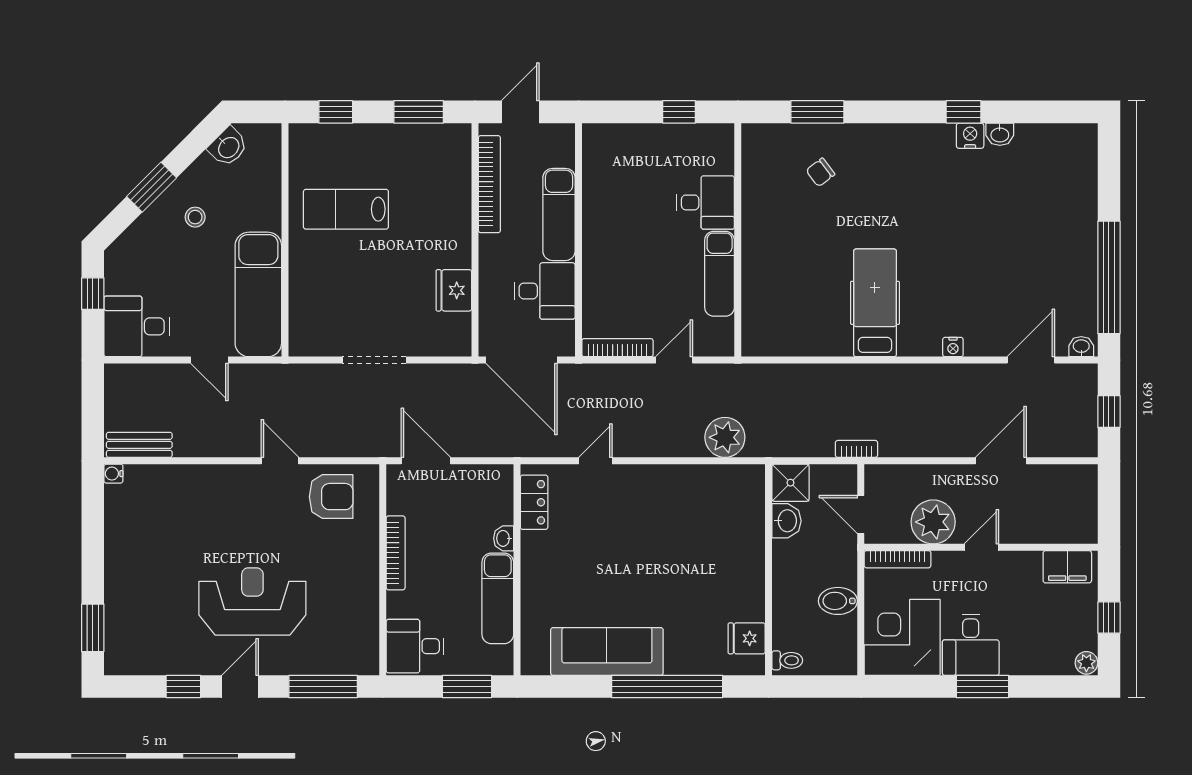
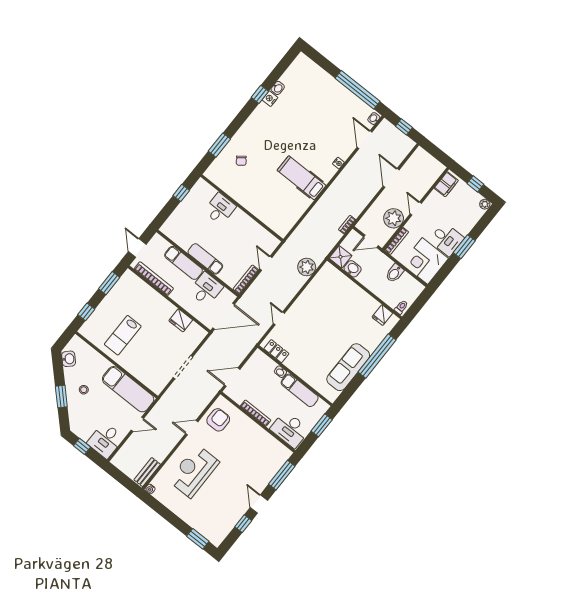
exam couch: (720, 274) -> (205, 259), moved, turned 180
reception desk: (252, 602) -> (194, 471), moved
desk: (415, 646) -> (290, 429), width x1.37

